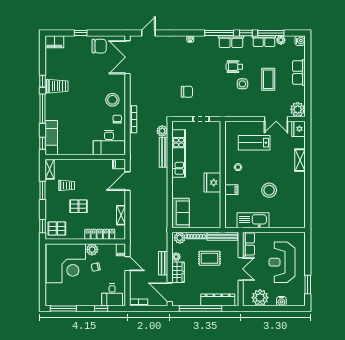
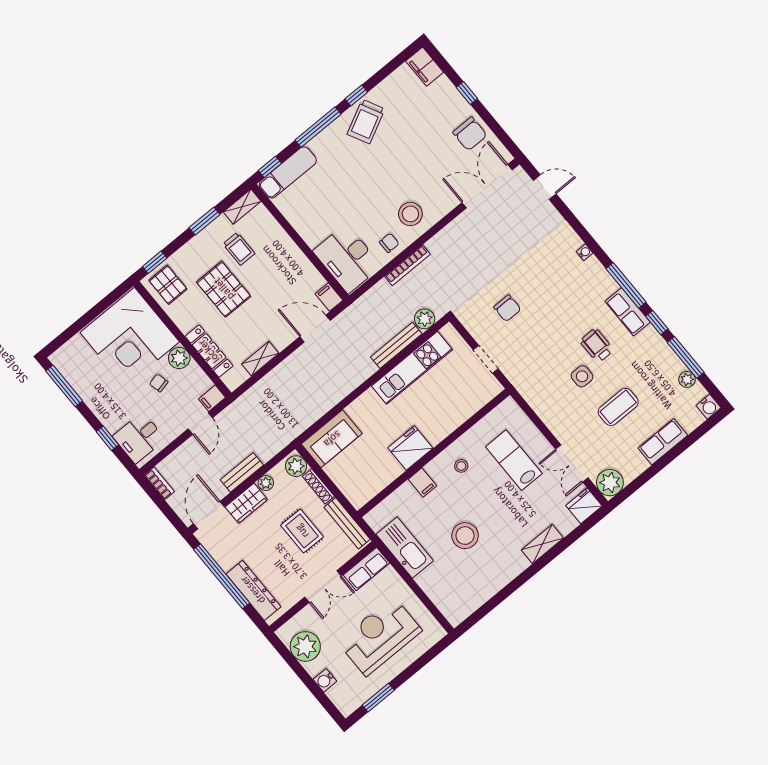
row of seats: (264, 41) -> (666, 357), removed
trolley: (57, 86) -> (366, 122), turned 63
pallet: (78, 206) -> (224, 289), width x1.50, depth x1.42

